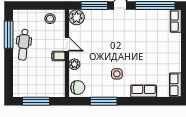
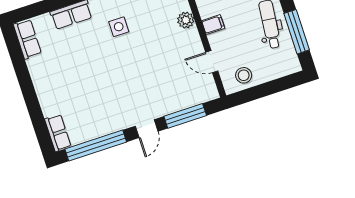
plant: (77, 17) -> (205, 90), removed
door: (67, 44) -> (212, 62), moved

